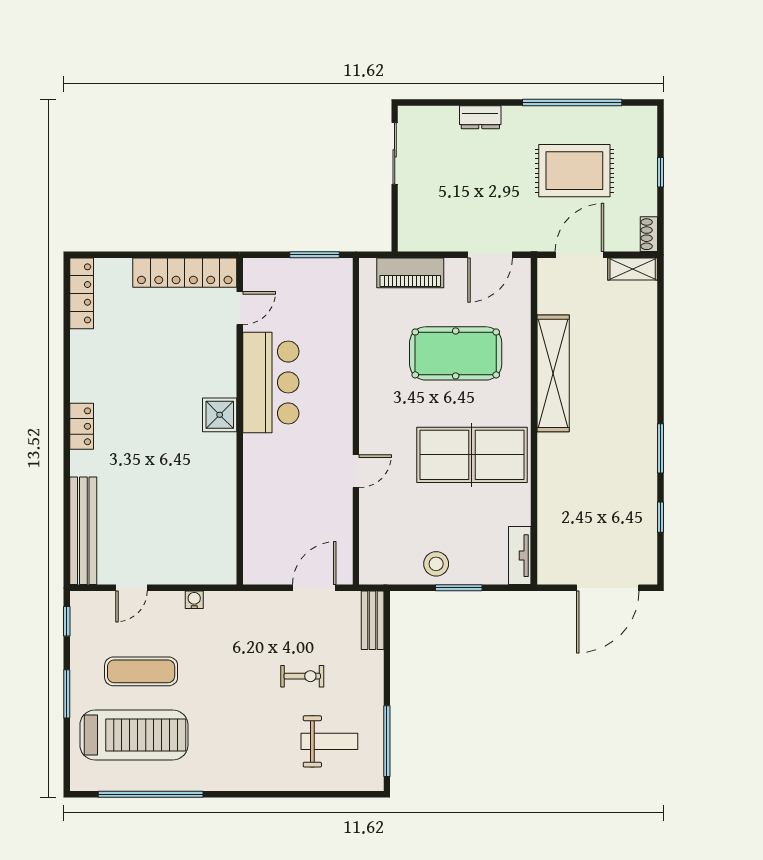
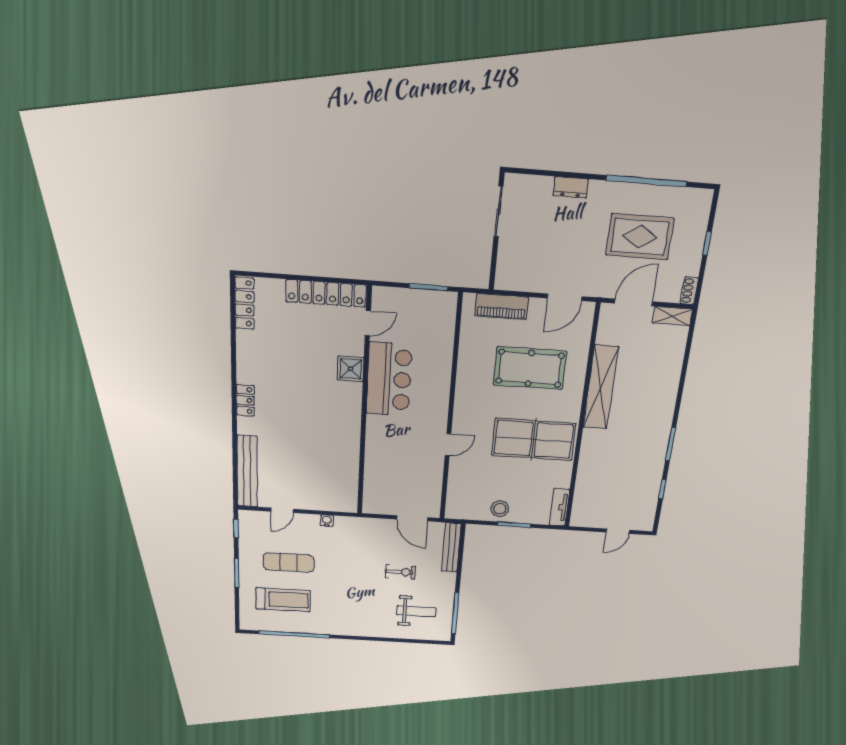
shower: (220, 415) -> (351, 369), moved
door: (314, 588) -> (412, 518), swing flipped
door: (608, 588) -> (618, 531), width x0.53
bench: (373, 620) -> (451, 548), width x1.36
treadmill: (134, 735) -> (283, 600), width x0.73, depth x0.73

